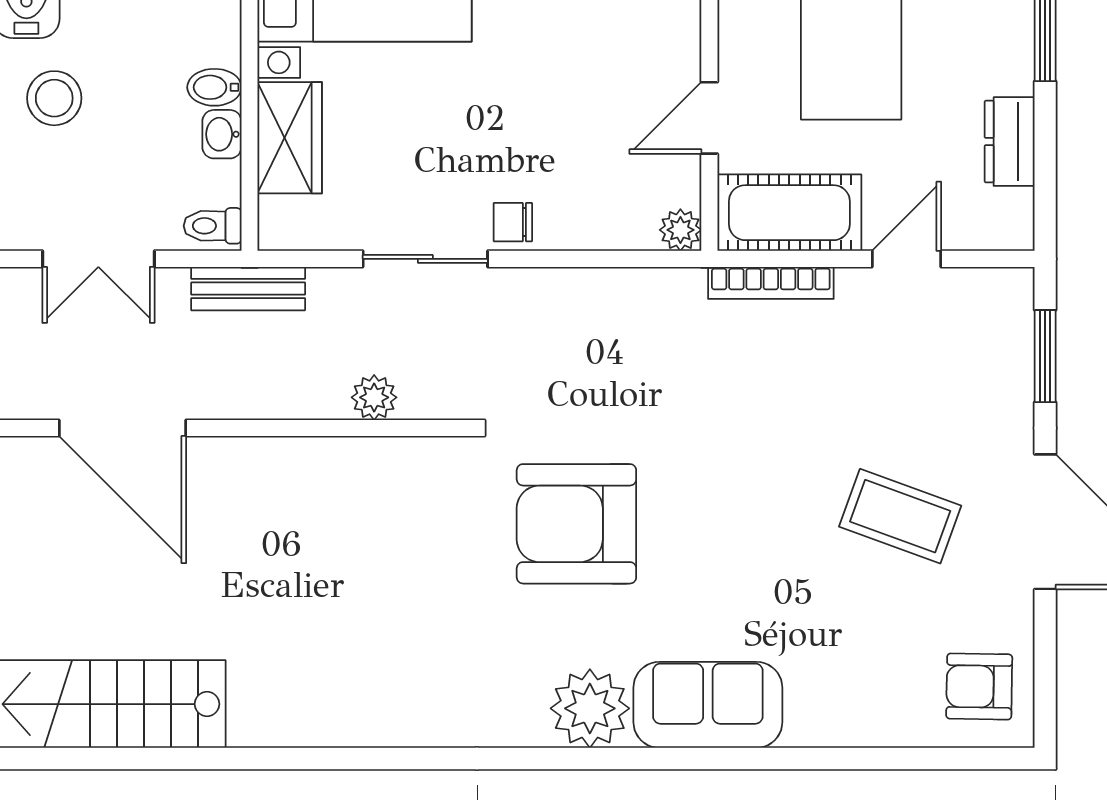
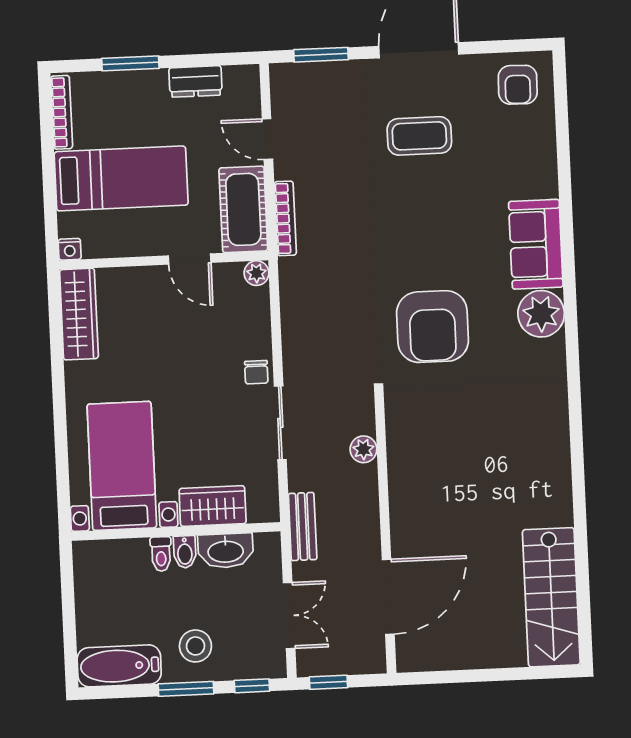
washbasin: (222, 134) -> (226, 551), width x1.91, depth x1.45
toilet: (213, 226) -> (161, 554), moved
coffee table: (900, 516) -> (419, 136), turned 70

